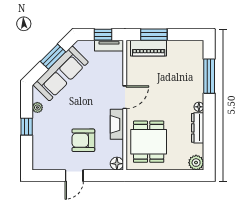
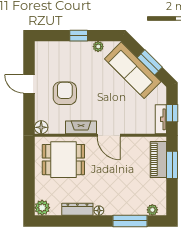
plant: (198, 54) -> (152, 210), added

